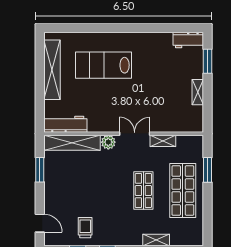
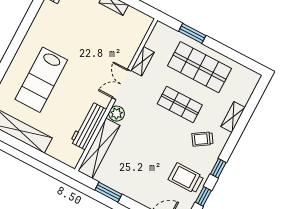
workbench: (65, 124) -> (88, 126), moved
trolley: (125, 224) -> (202, 139), added
trolley: (85, 228) -> (186, 178), width x1.36, depth x1.39

